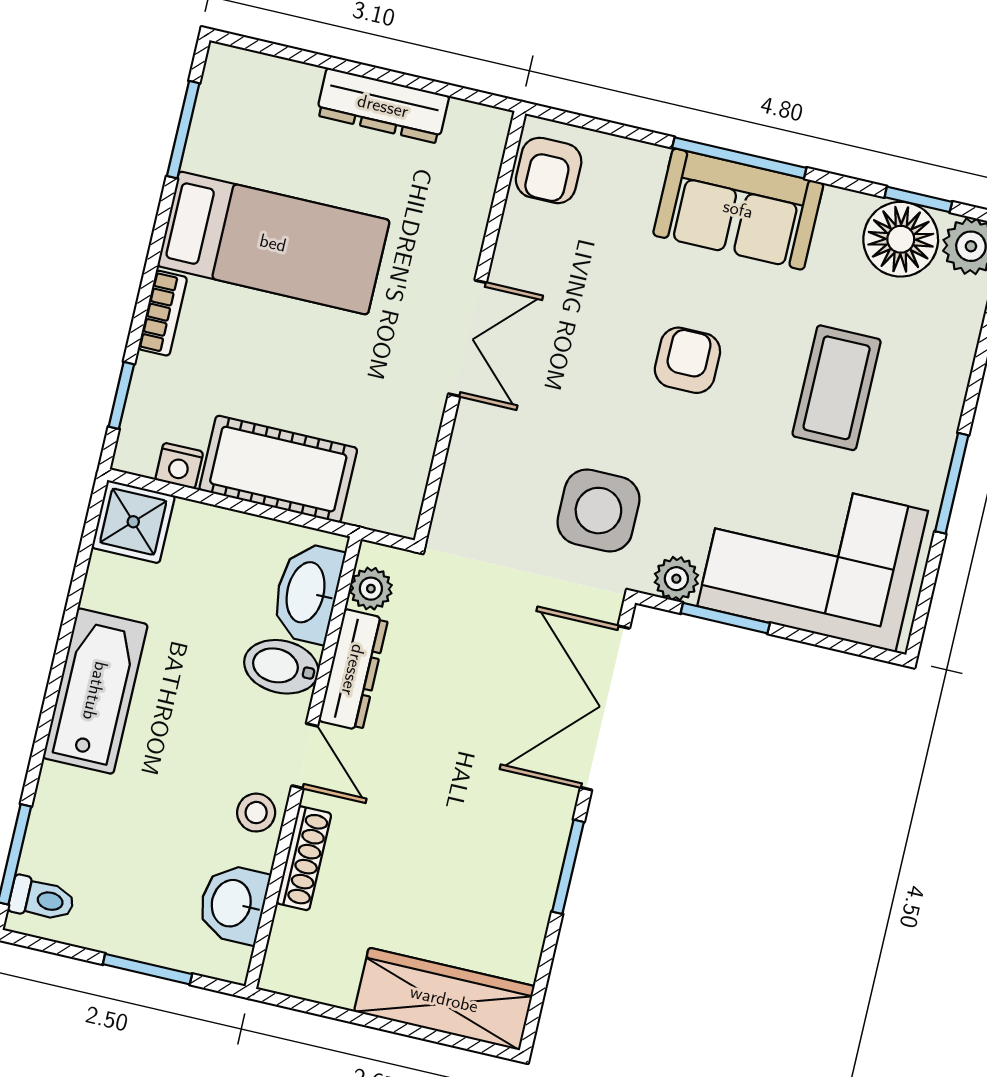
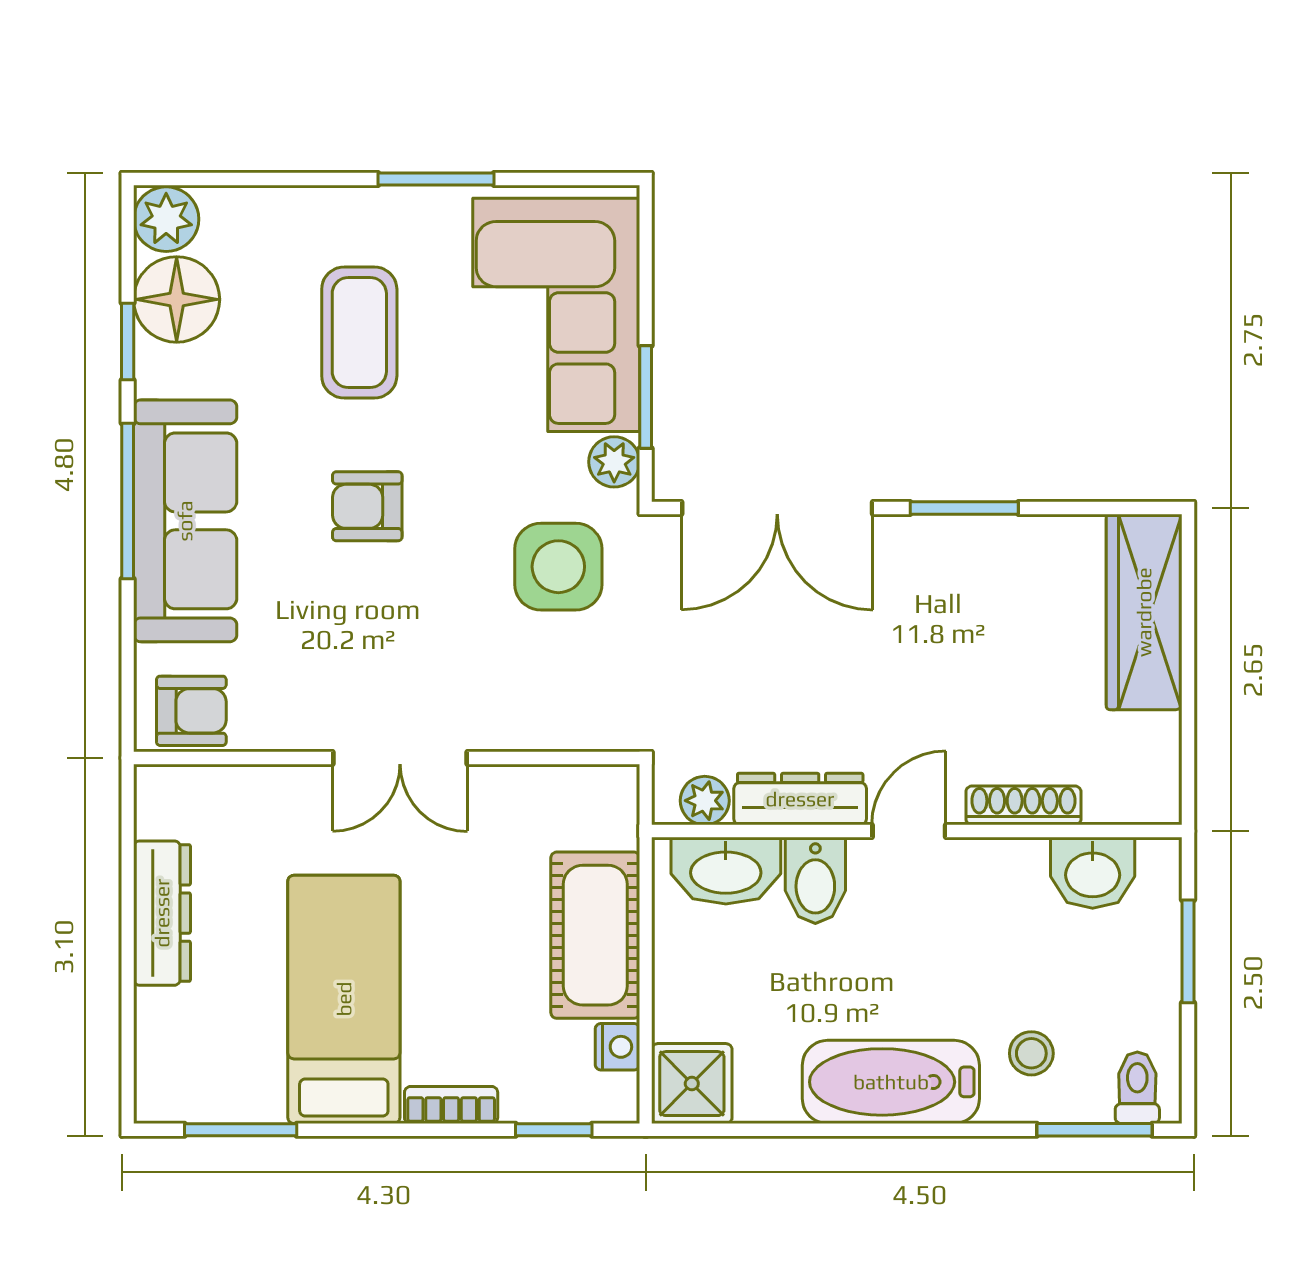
window: (918, 199) -> (128, 342), moved
sofa: (738, 209) -> (185, 521), width x1.36
double door: (467, 338) -> (400, 758), swing flipped
coffee table: (837, 388) -> (359, 332), turned 90
stool: (256, 813) -> (1031, 1053), moved

